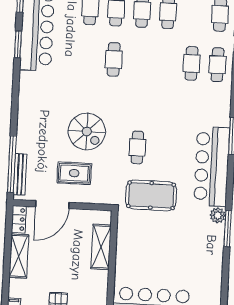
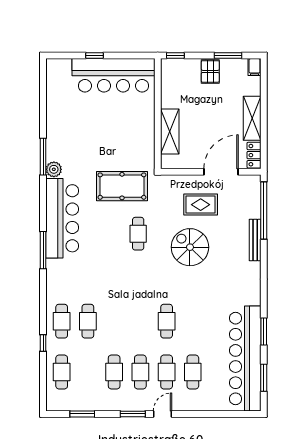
bench: (20, 174) -> (255, 240), moved

